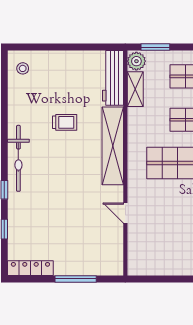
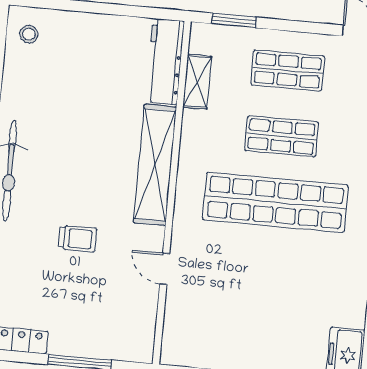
plant: (136, 61) -> (203, 39), removed
trolley: (65, 122) -> (78, 239), moved

